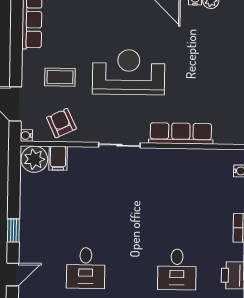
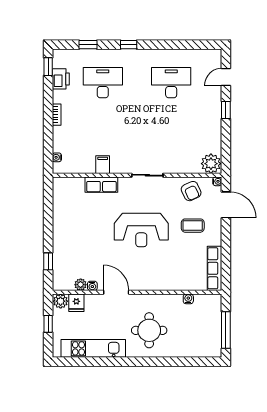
row of seats: (181, 133) -> (101, 185), width x0.68
filing cabinet: (58, 158) -> (103, 165), moved
desk: (86, 268) -> (171, 83), width x1.37
desk: (177, 269) -> (103, 83), width x1.37

